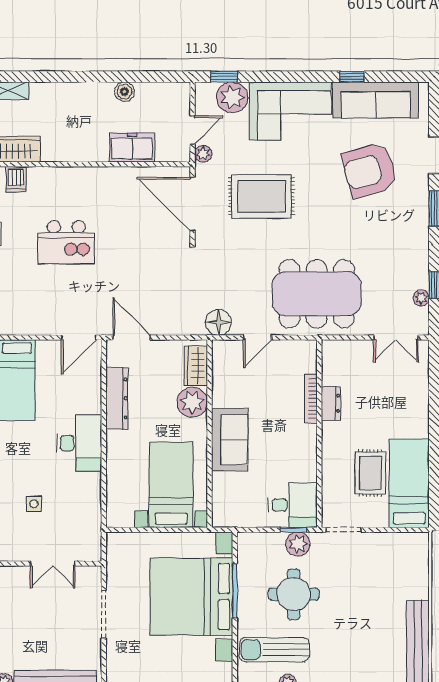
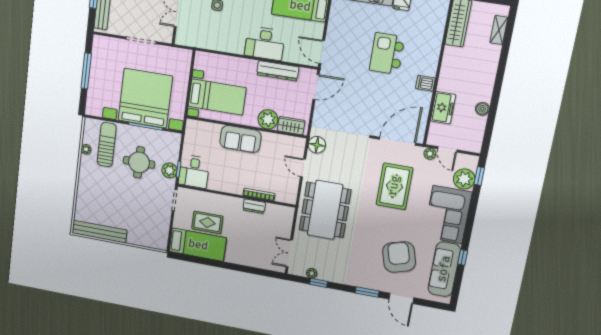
dishwasher: (16, 179) -> (425, 83), moved
desk: (79, 443) -> (265, 43), moved

